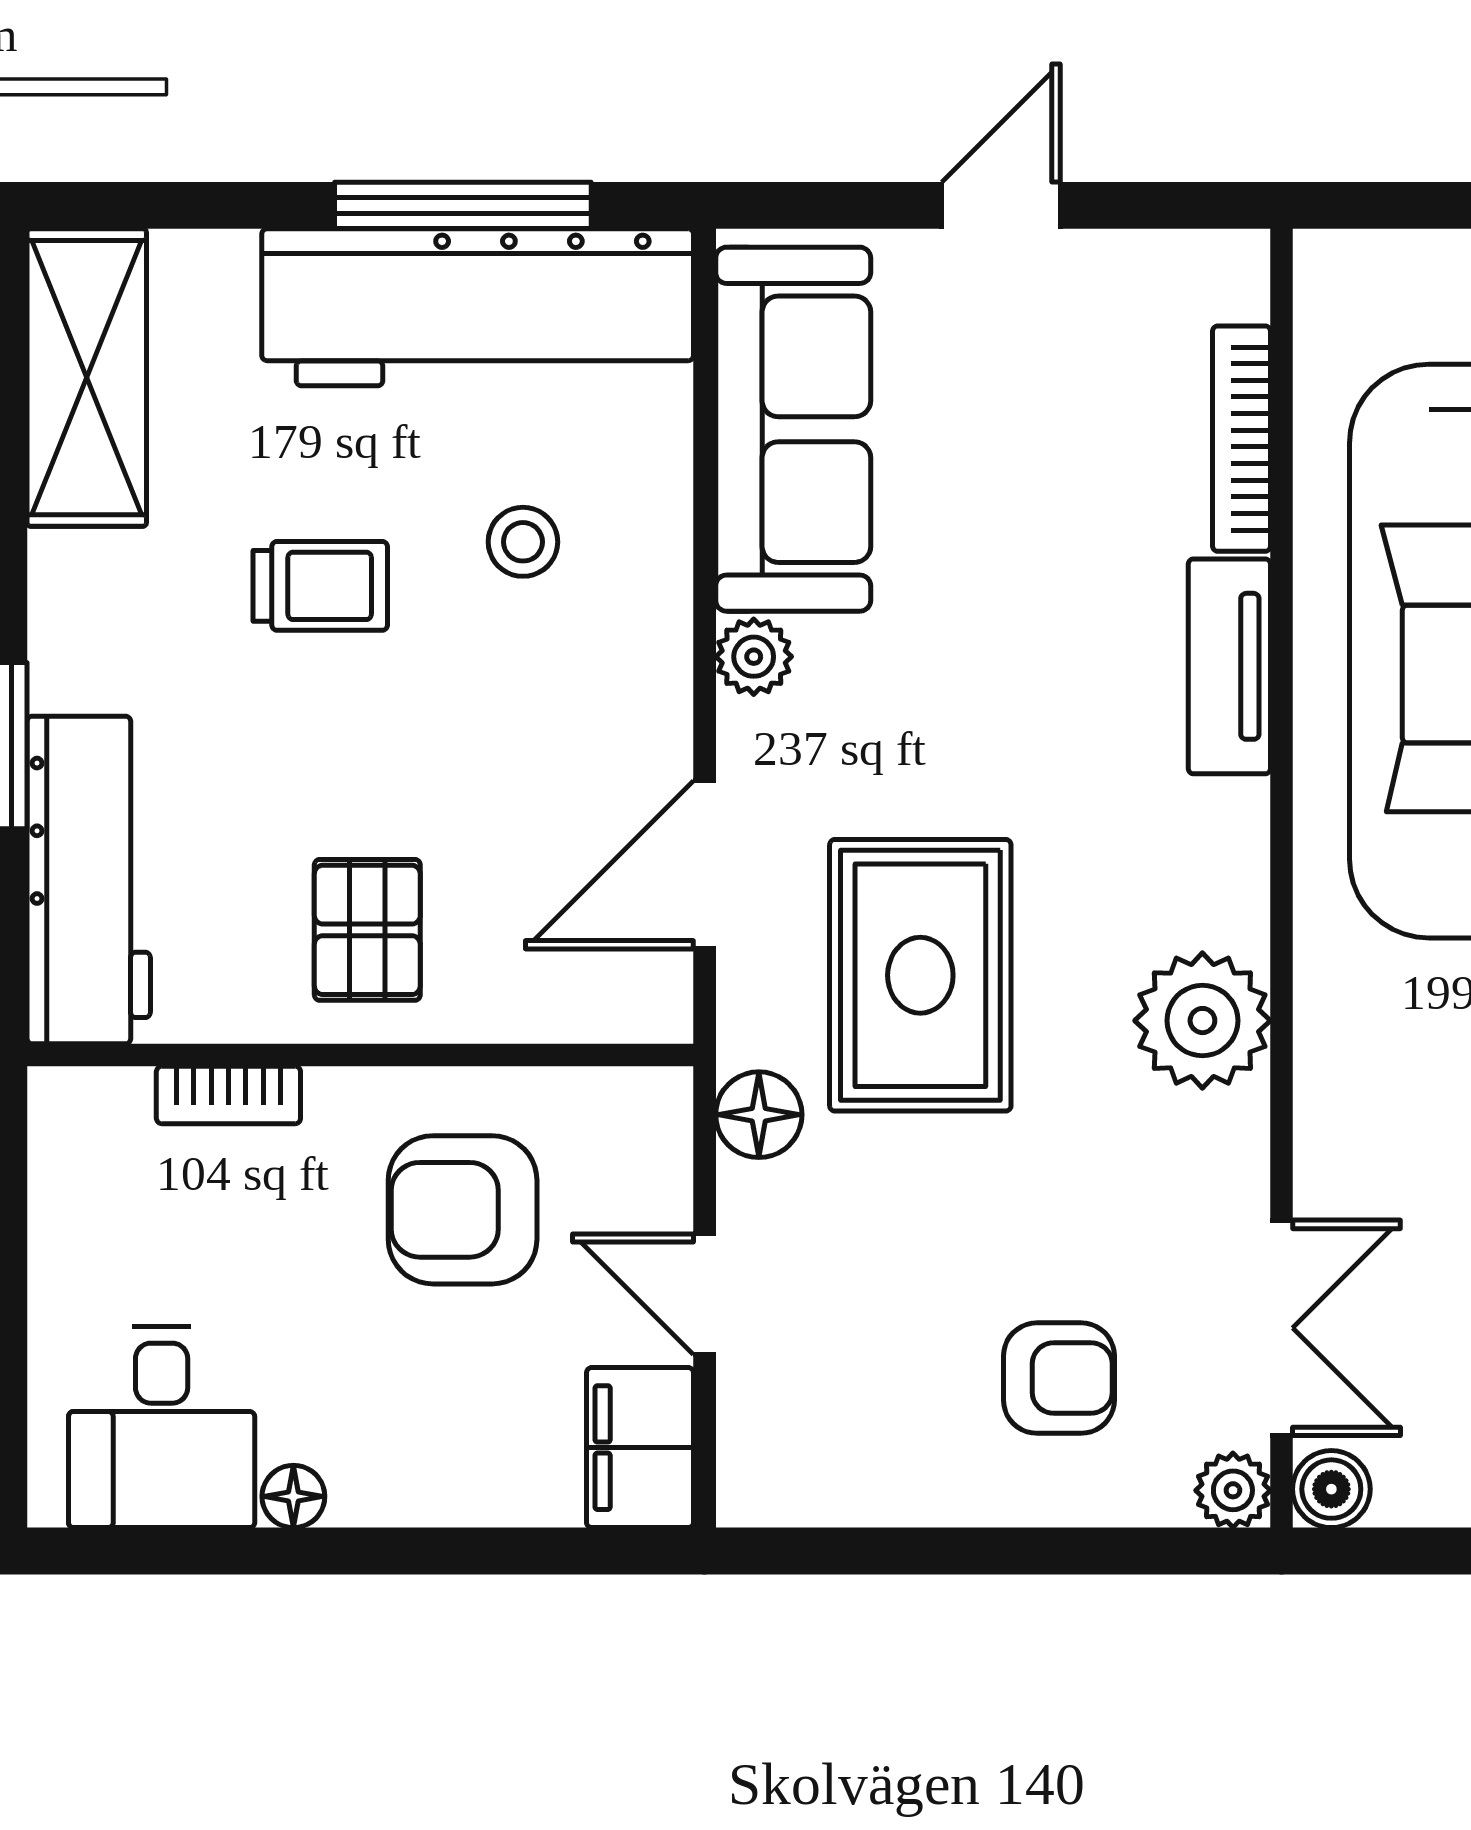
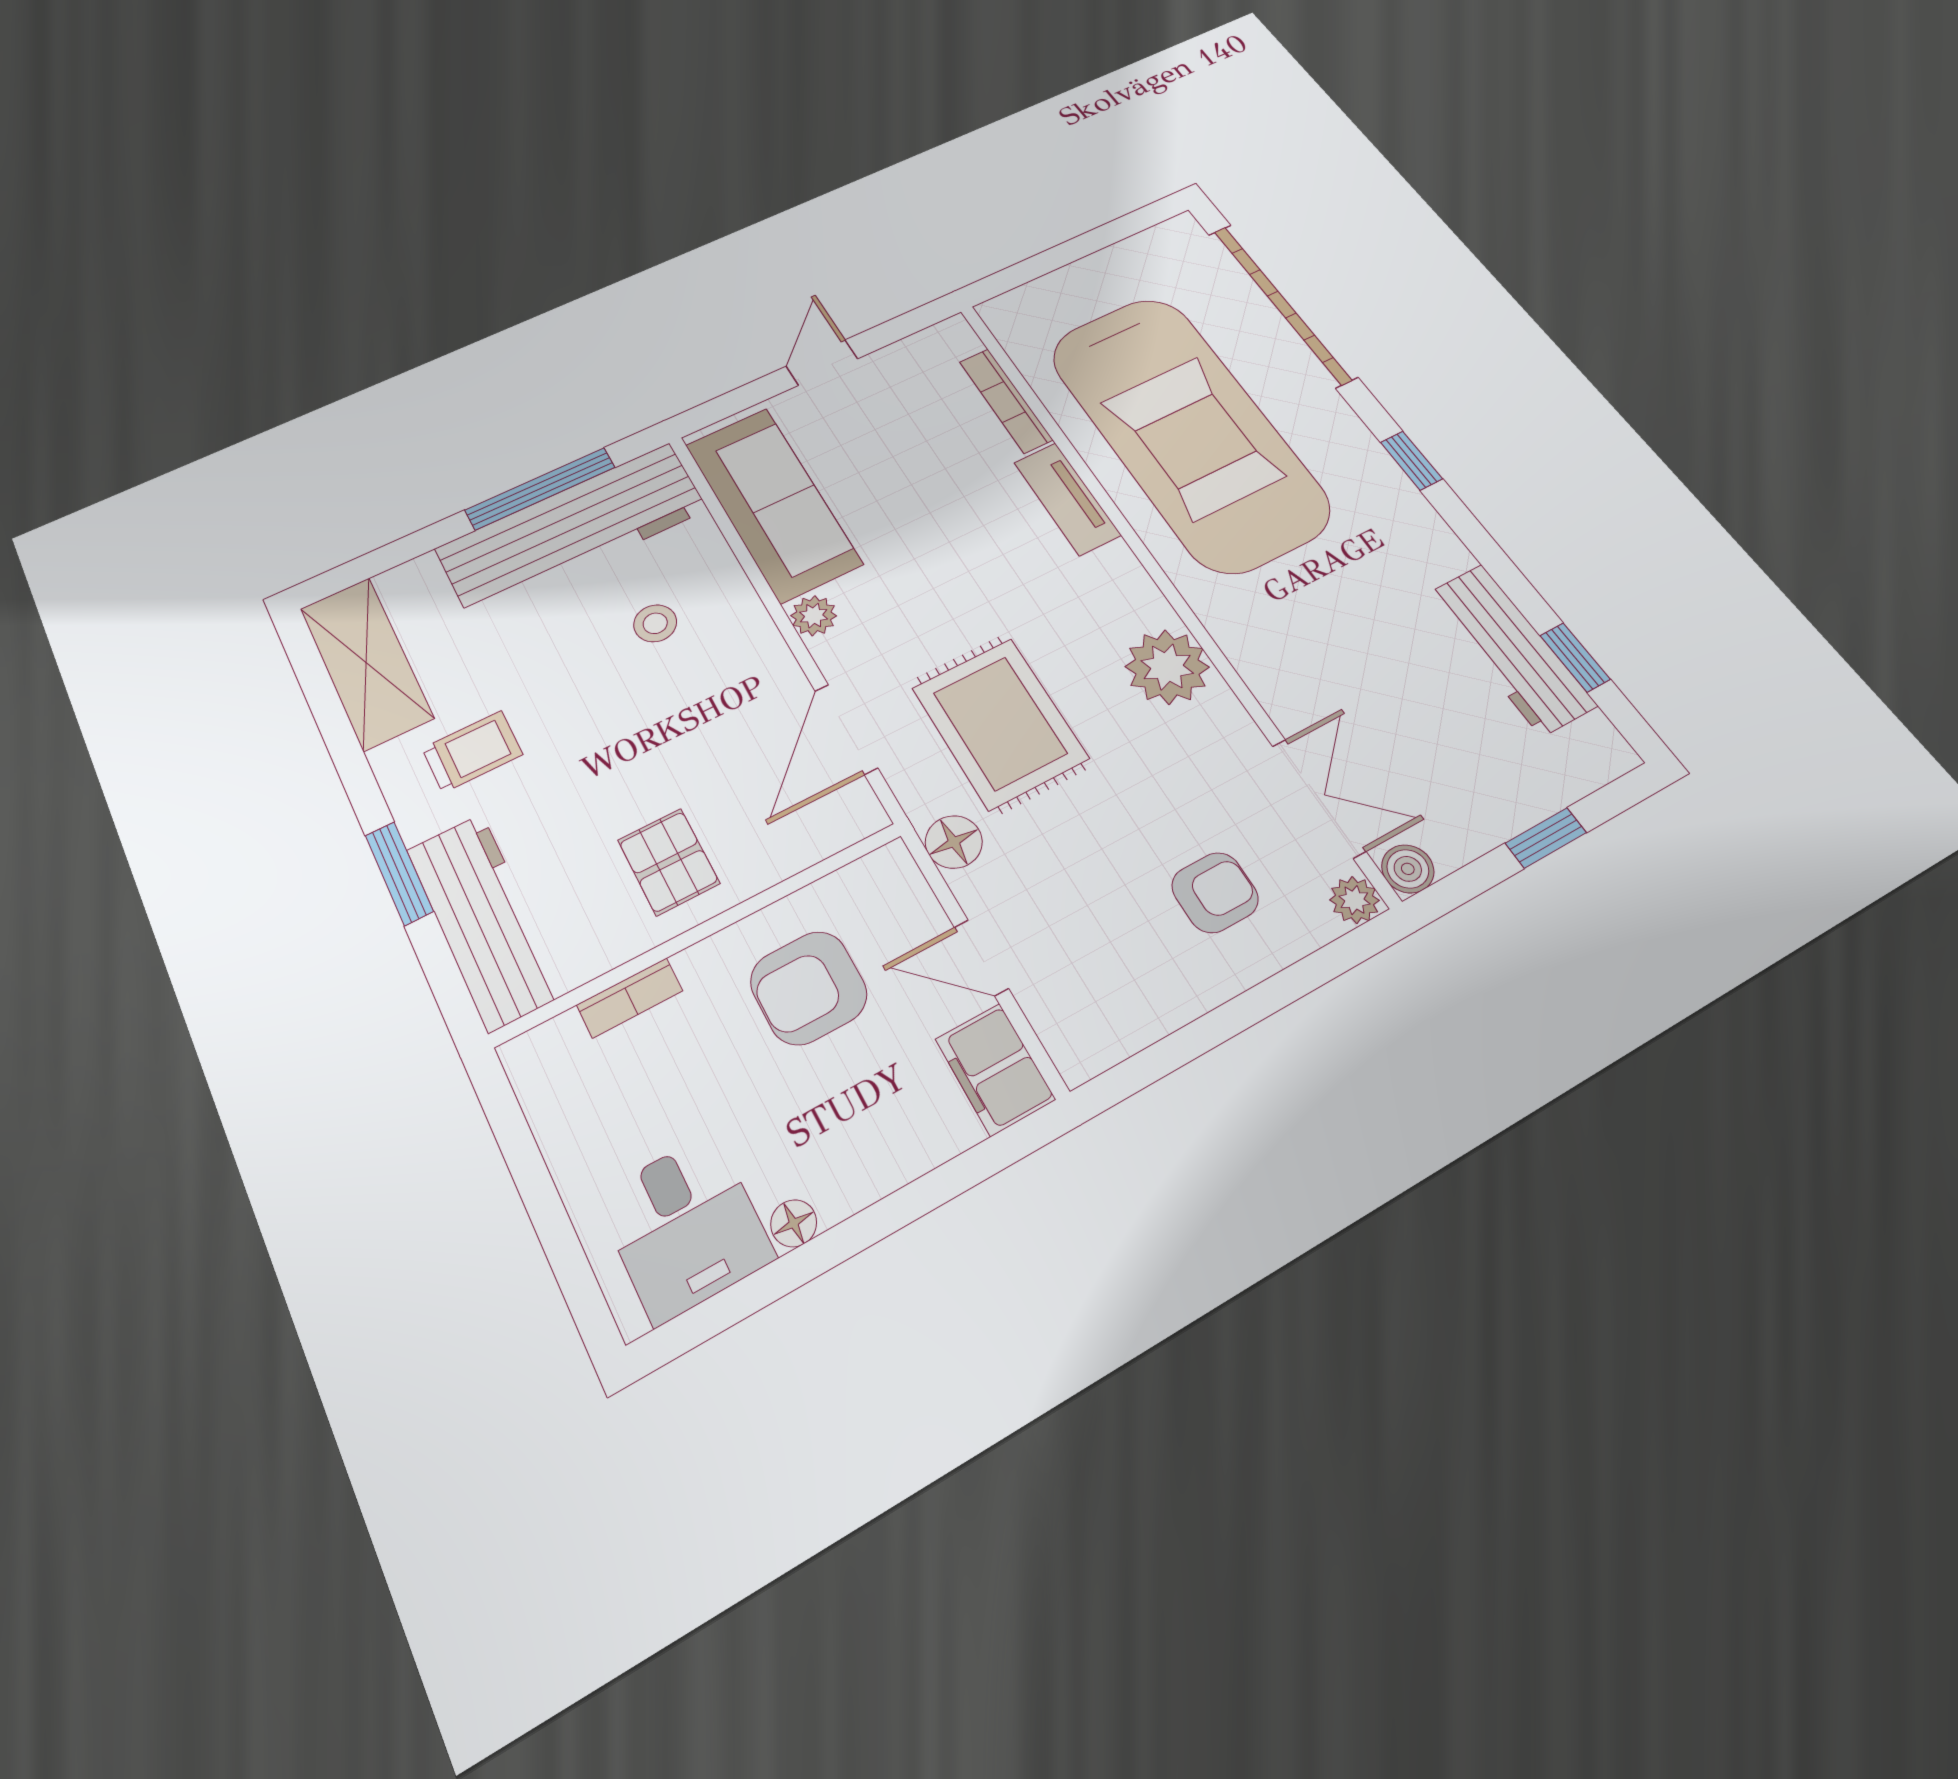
trolley: (320, 586) -> (472, 751), moved

